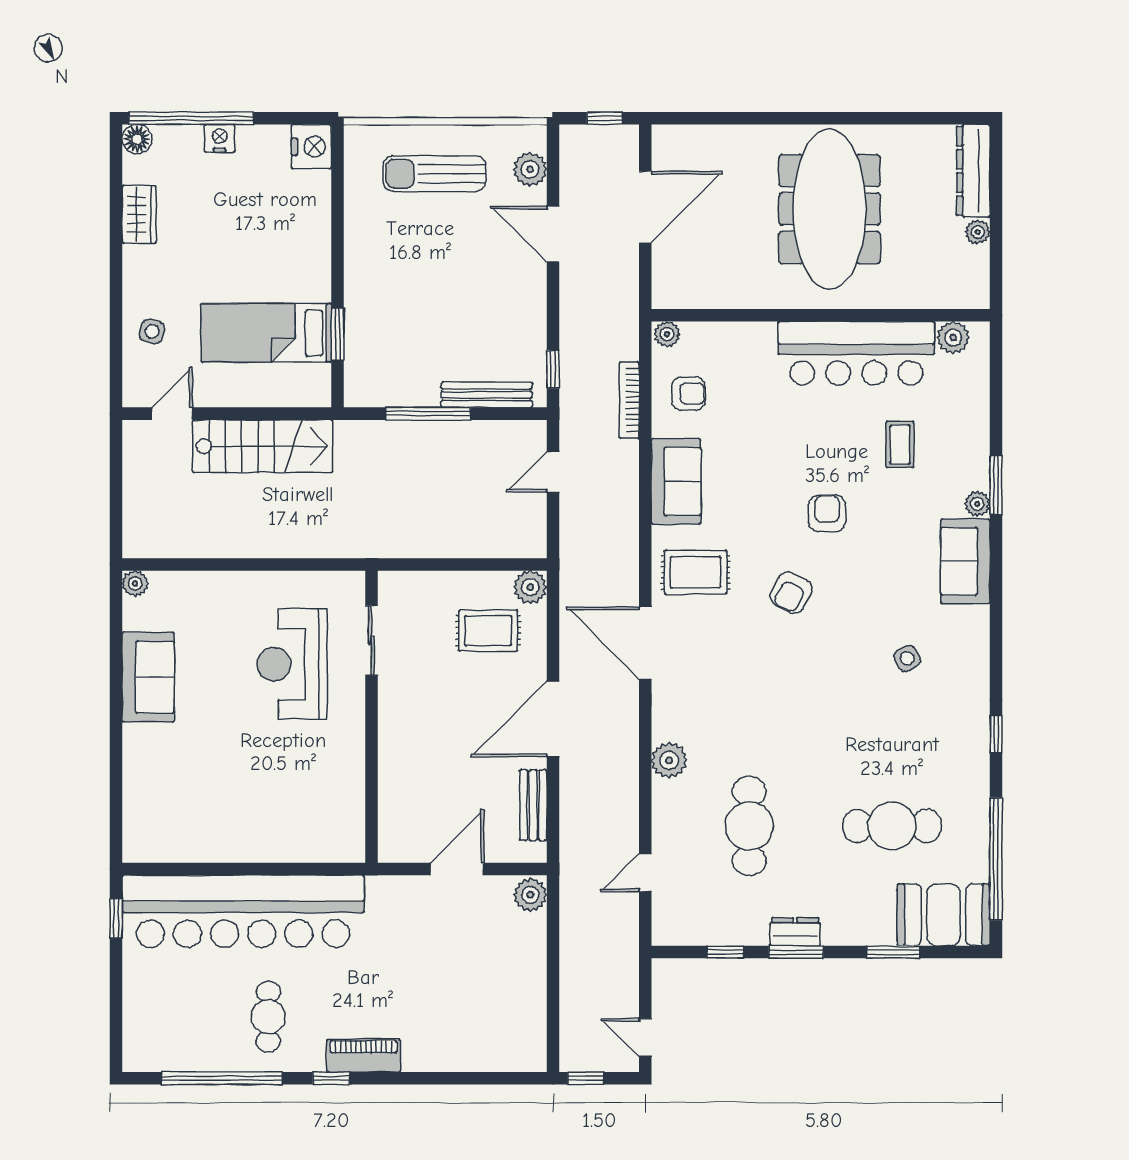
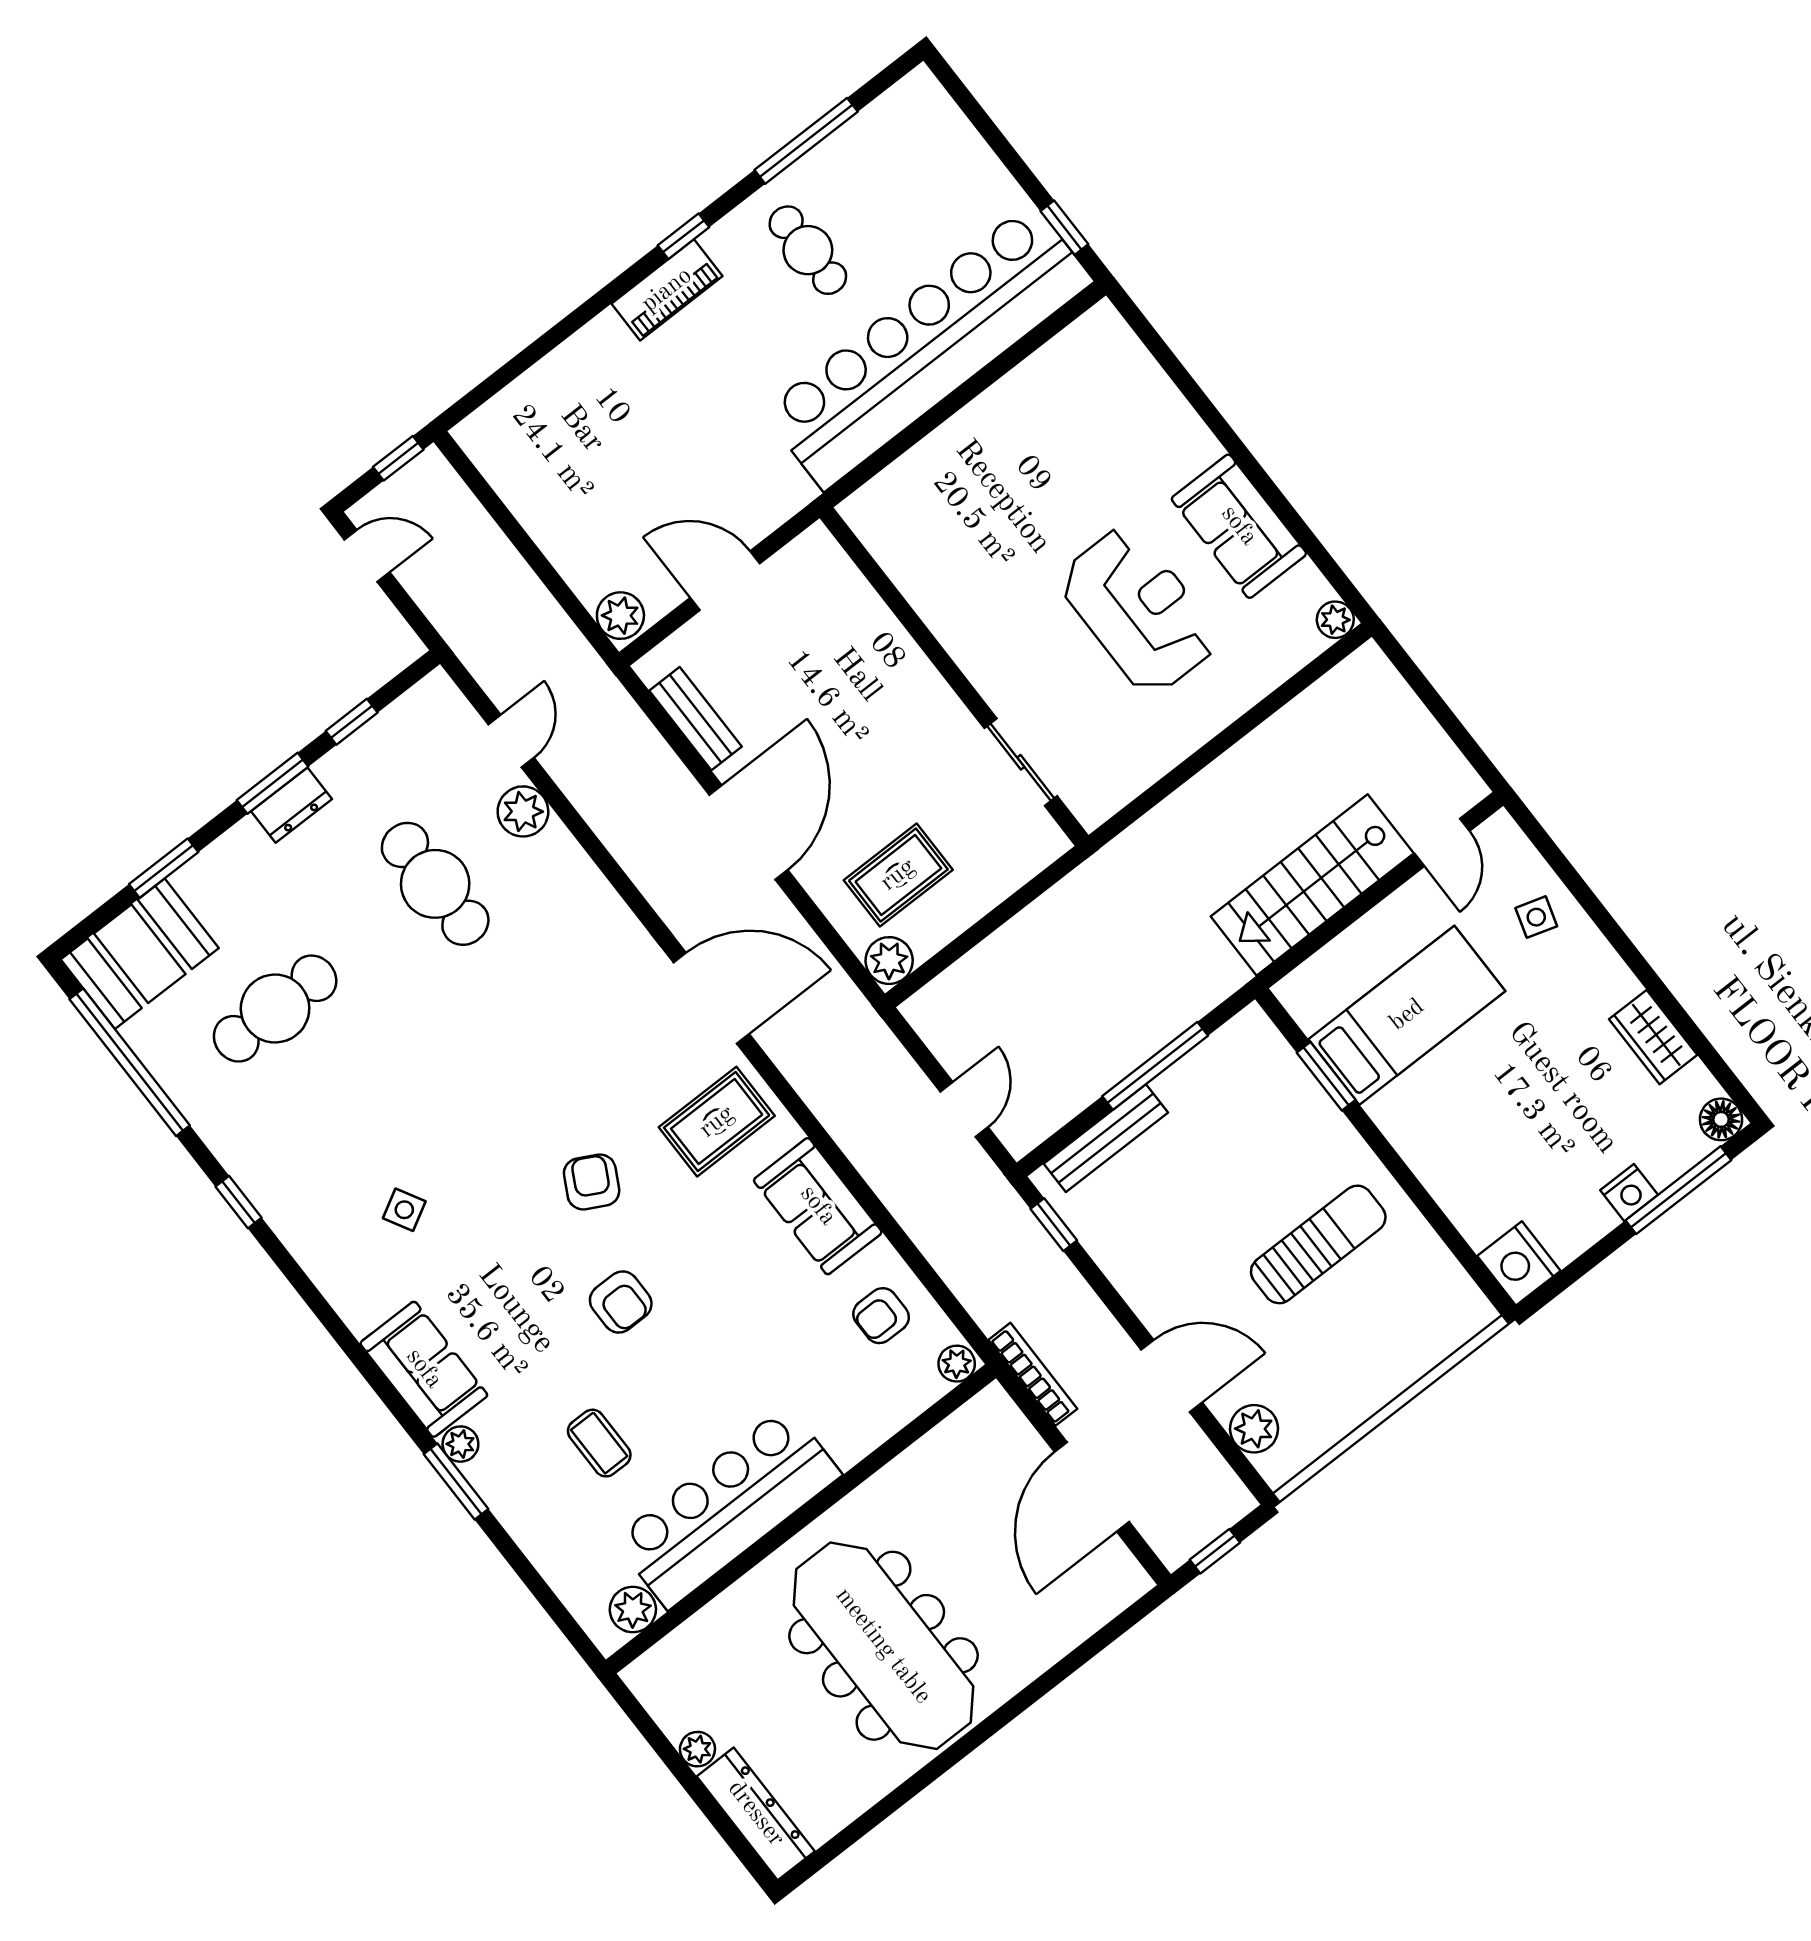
window: (191, 118) -> (1678, 1190), width x0.68
sun lounger: (434, 174) -> (1318, 1244), moved
bookcase: (629, 400) -> (1033, 1374), moved
reception desk: (292, 664) -> (1139, 610), moved
plant: (669, 760) -> (523, 811), moved
door: (457, 869) -> (725, 581), swing flipped
window: (222, 1078) -> (806, 141), width x0.68

